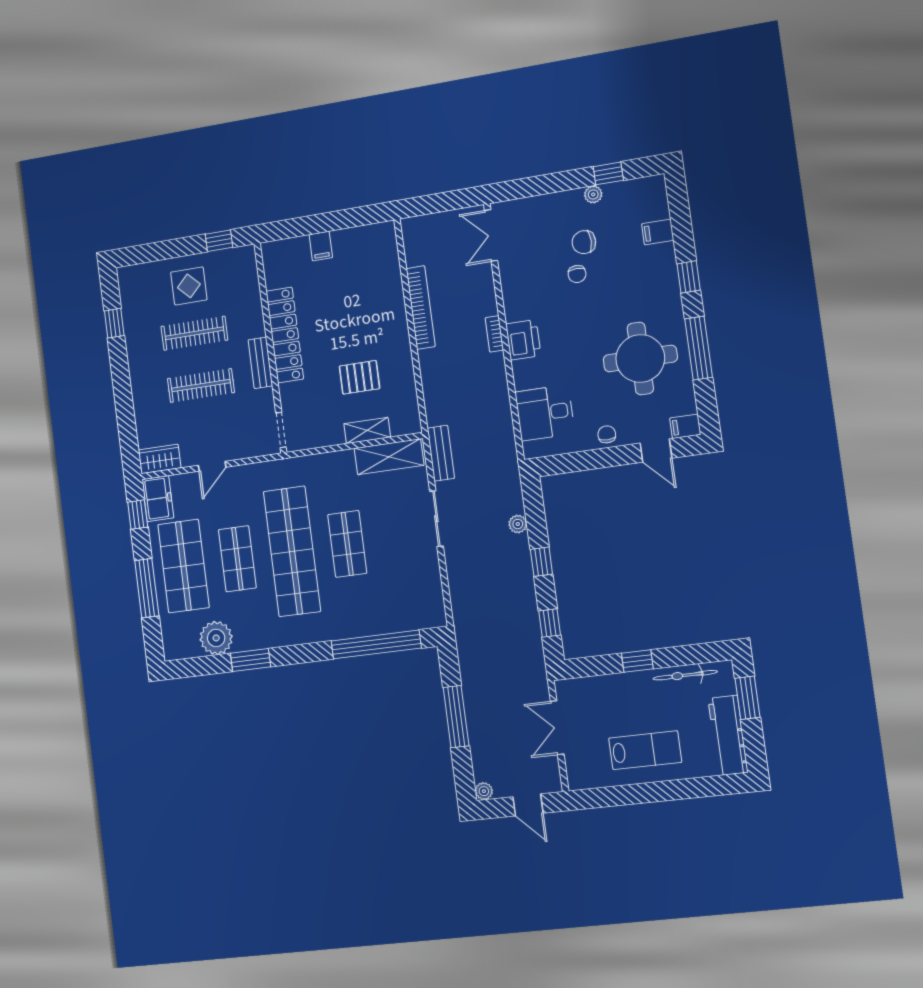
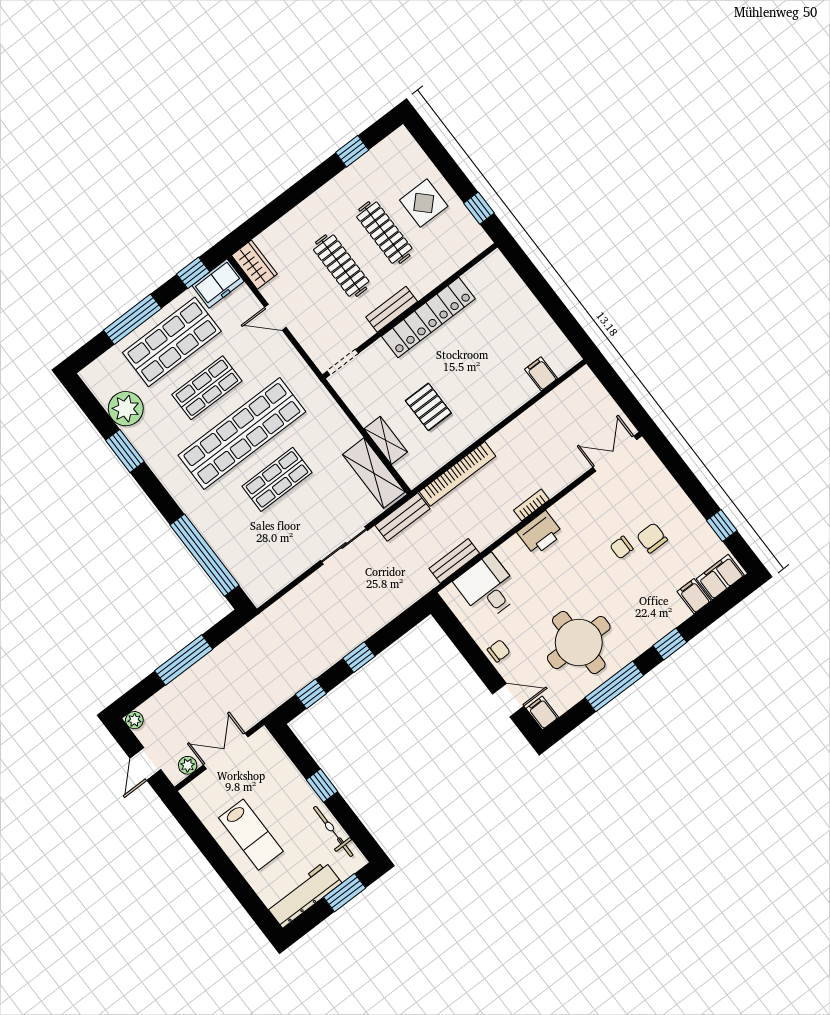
plant: (593, 194) -> (697, 523), removed
filing cabinet: (654, 199) -> (720, 577), added
filing cabinet: (321, 246) -> (541, 374), moved, turned 90
bookcase: (421, 307) -> (458, 474), moved
bench: (505, 429) -> (454, 561), added
door: (656, 451) -> (508, 700), swing flipped
plant: (518, 524) -> (188, 765), moved

